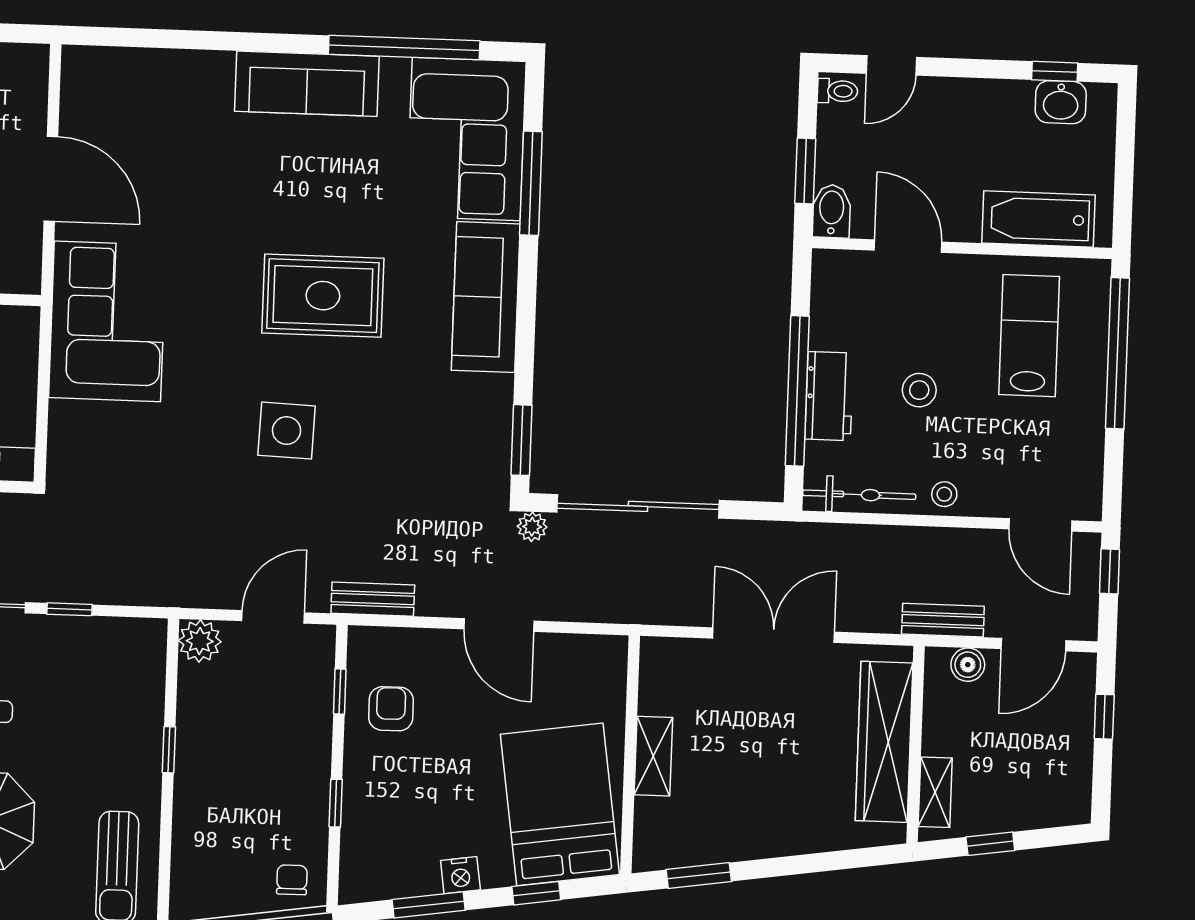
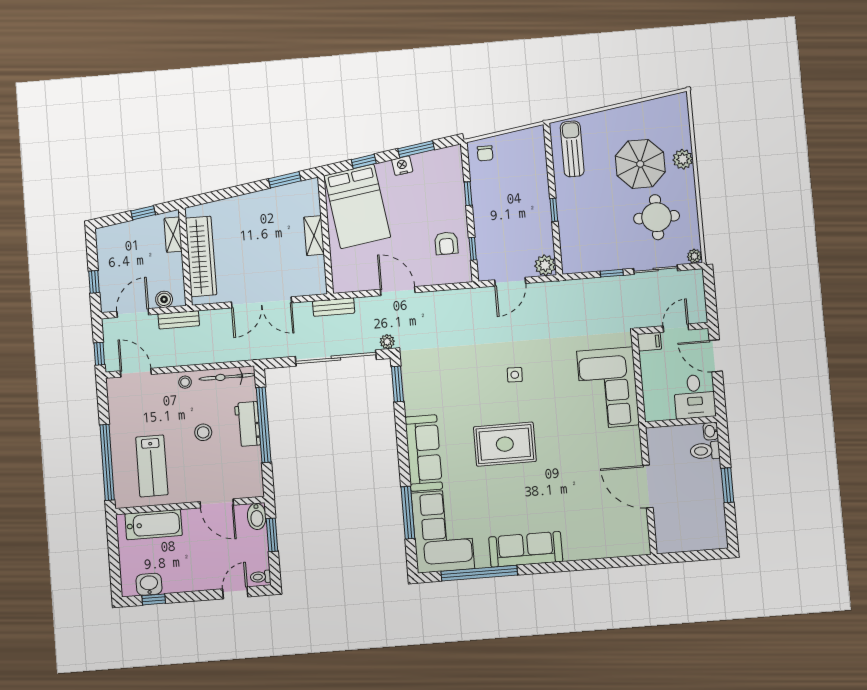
corner sofa: (107, 321) -> (608, 388), moved
side table: (287, 431) -> (515, 375), width x0.54, depth x0.54
bench: (373, 599) -> (334, 307), moved

